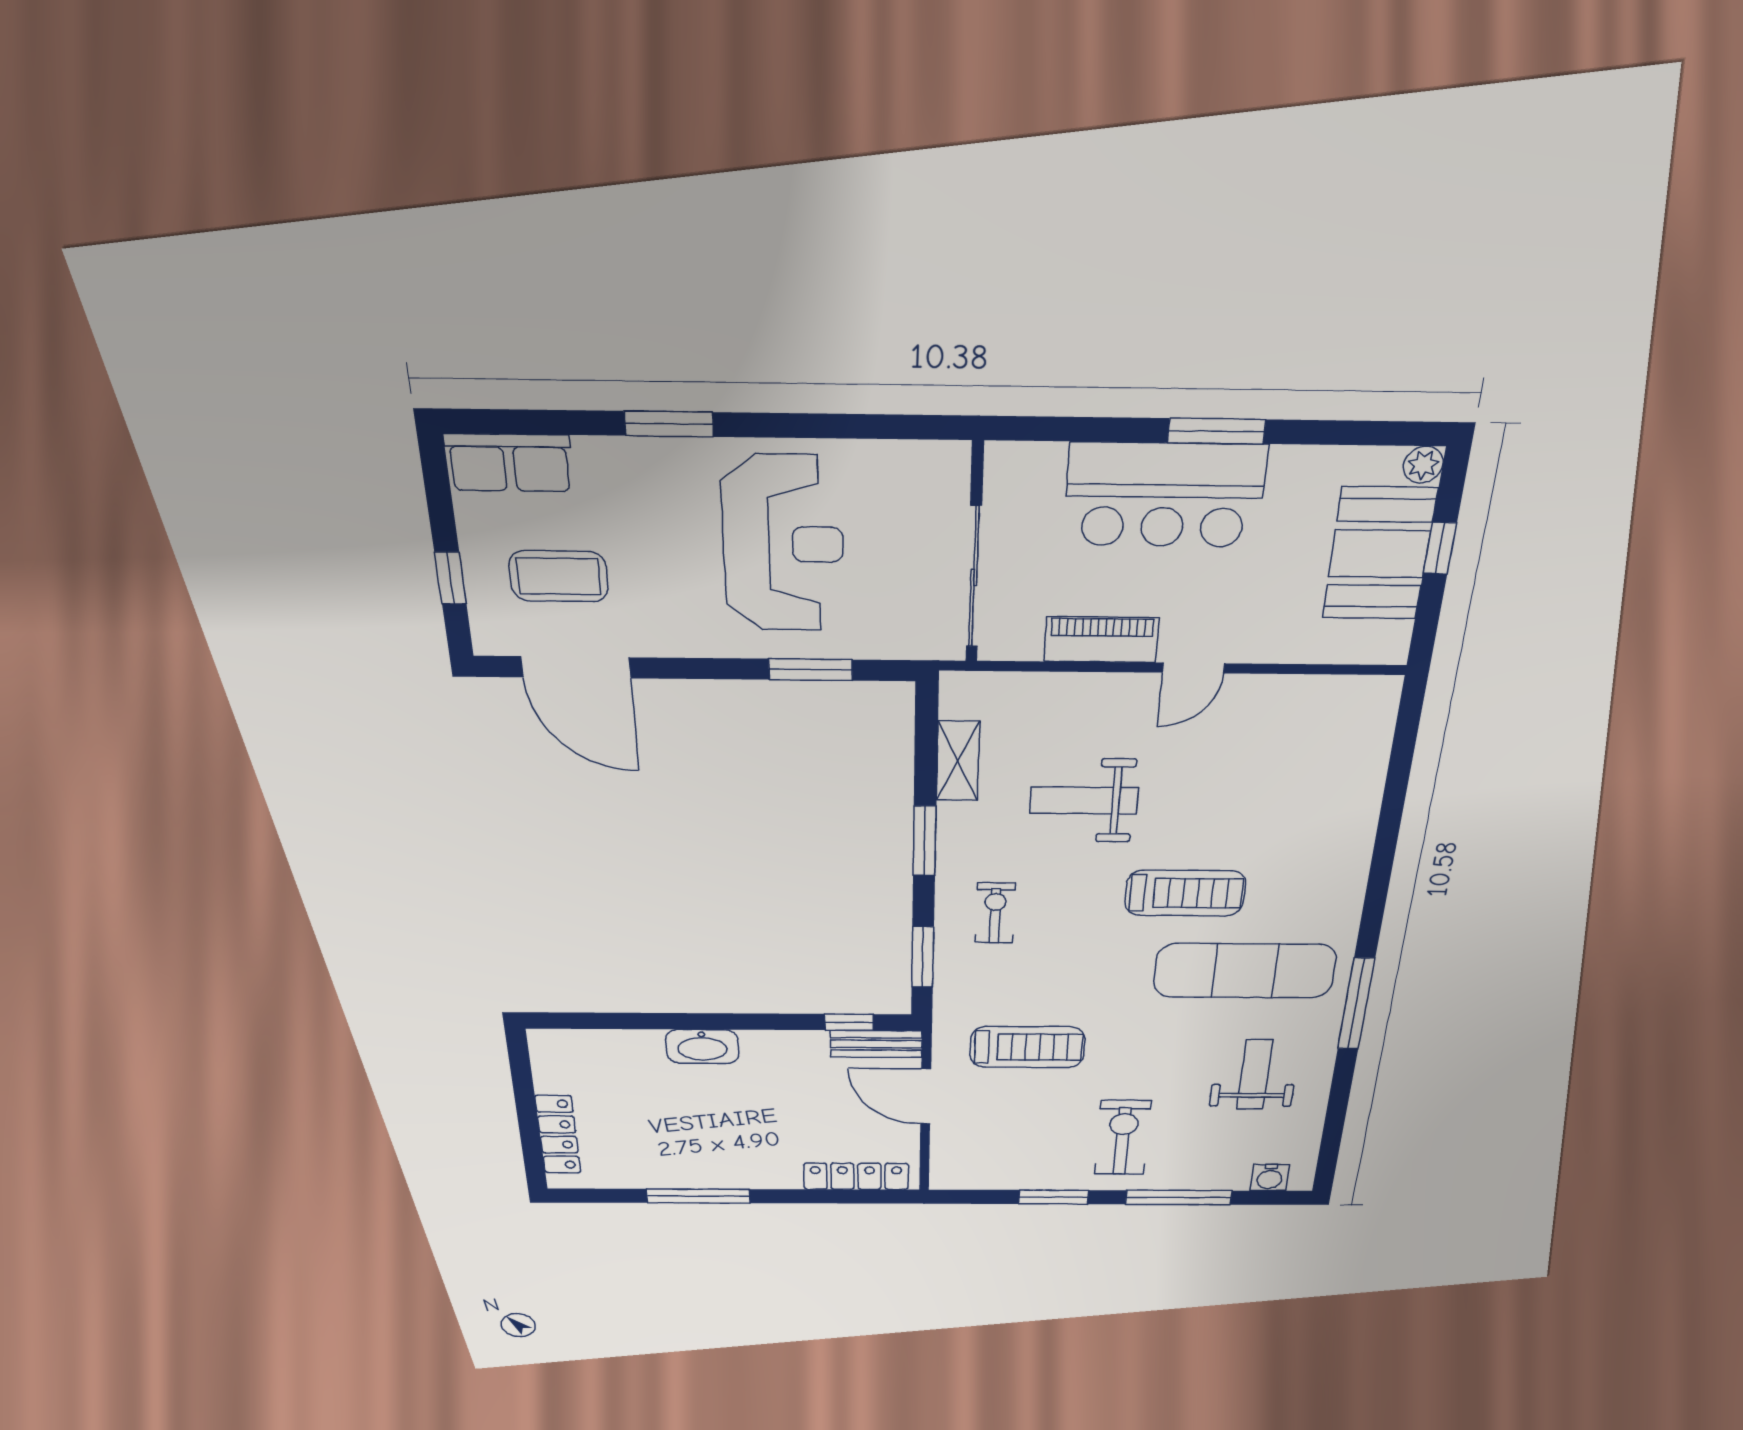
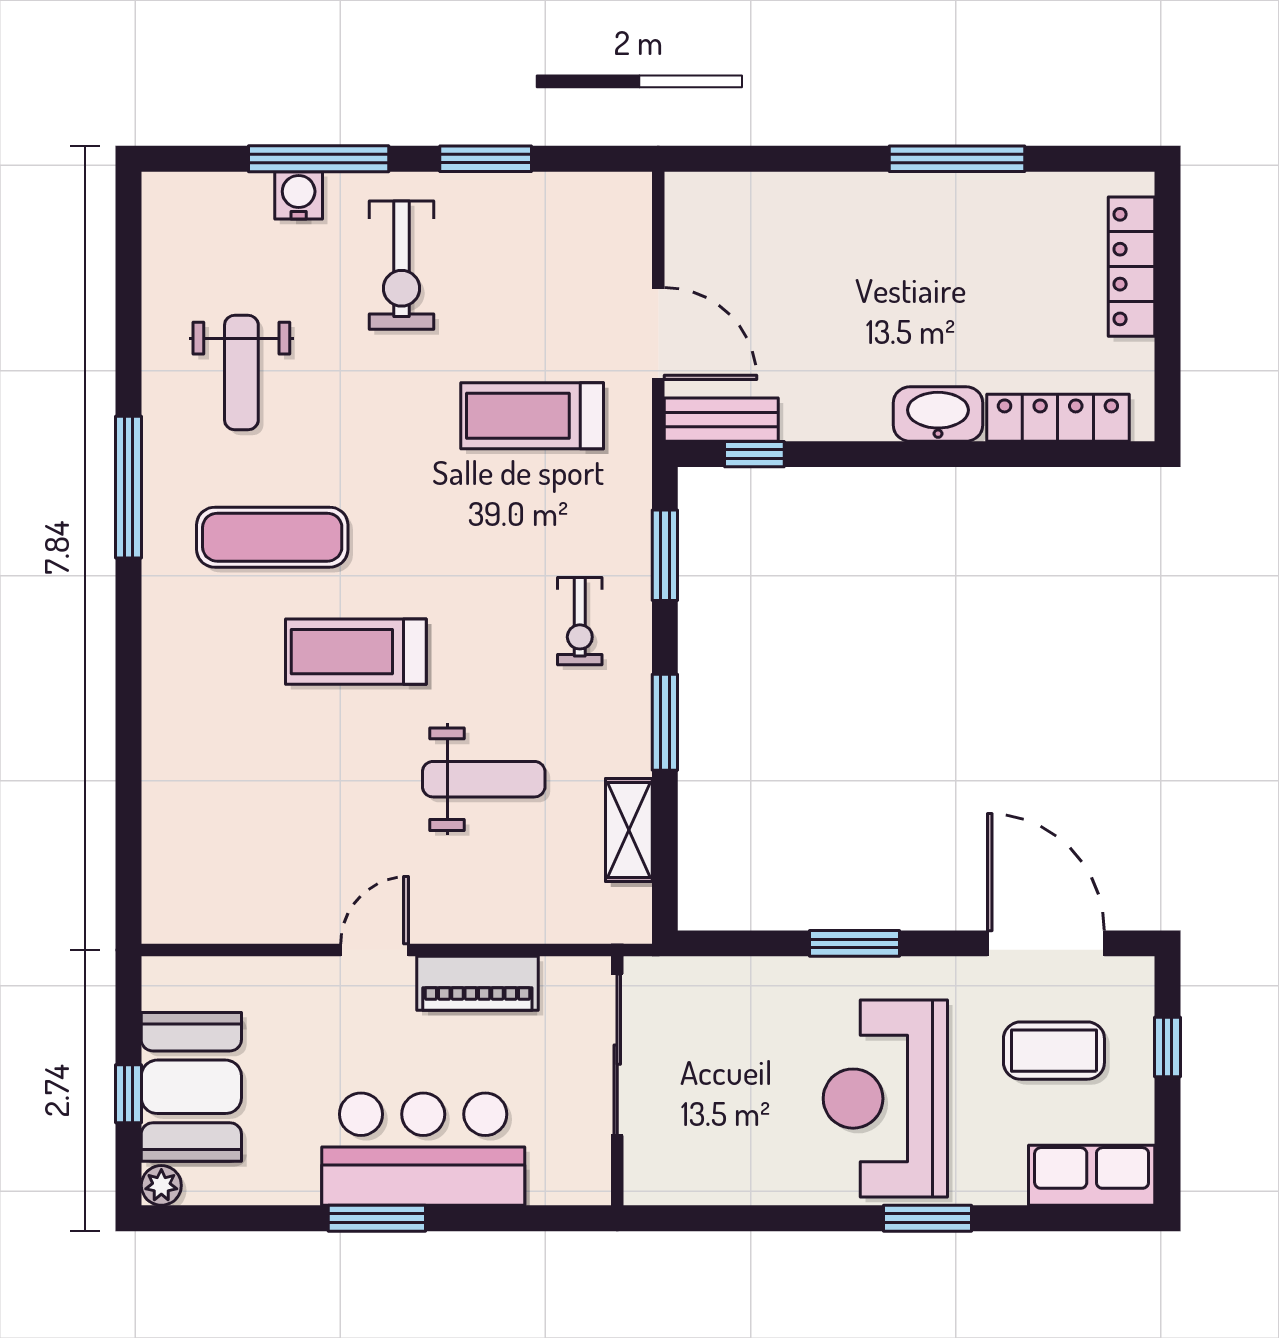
reception desk: (783, 544) -> (885, 1099), moved
window: (811, 670) -> (855, 943), moved
exercise mat: (1245, 971) -> (272, 537), width x0.73, depth x0.69
locker: (856, 1176) -> (1058, 418), moved, turned 180
water cooler: (1270, 1178) -> (299, 195), moved

